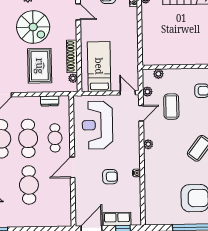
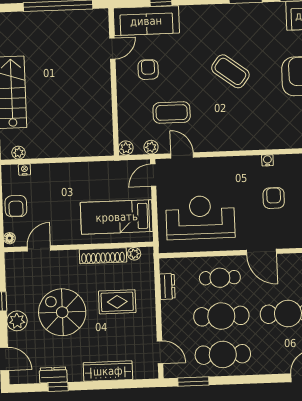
spiral stairs: (33, 27) -> (62, 312), turned -90
rug: (40, 66) -> (117, 302), width x0.73, depth x0.70
plant: (158, 74) -> (126, 148), moved
reception desk: (97, 125) -> (200, 217), turned 180
plant: (148, 144) -> (226, 144), removed

